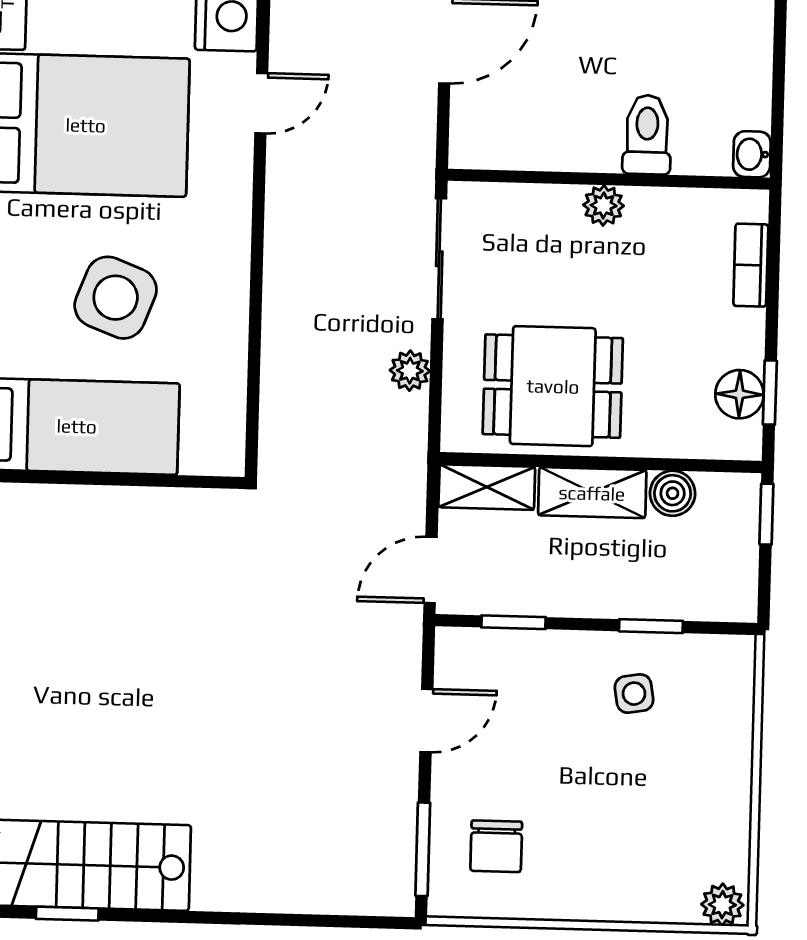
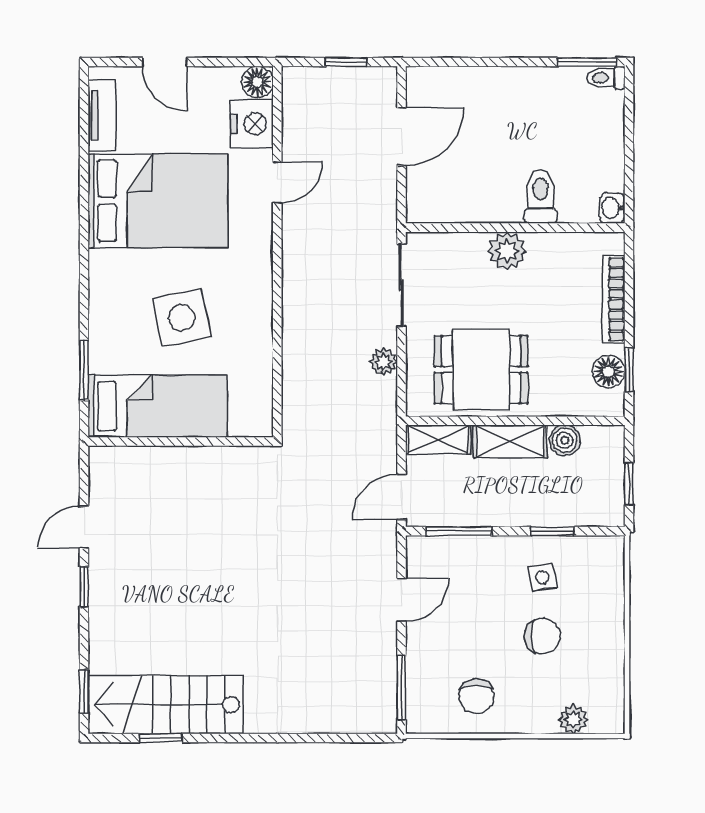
plant: (604, 205) -> (507, 251), width x1.38, depth x1.38
bookcase: (751, 265) -> (614, 299), width x1.56
side table: (116, 298) -> (182, 318), turned -33
window: (766, 514) -> (629, 484), moved
window: (513, 622) -> (459, 531), width x1.50
chair: (631, 780) -> (542, 636), added
chair: (496, 846) -> (476, 696), moved
plant: (722, 905) -> (573, 719), moved

